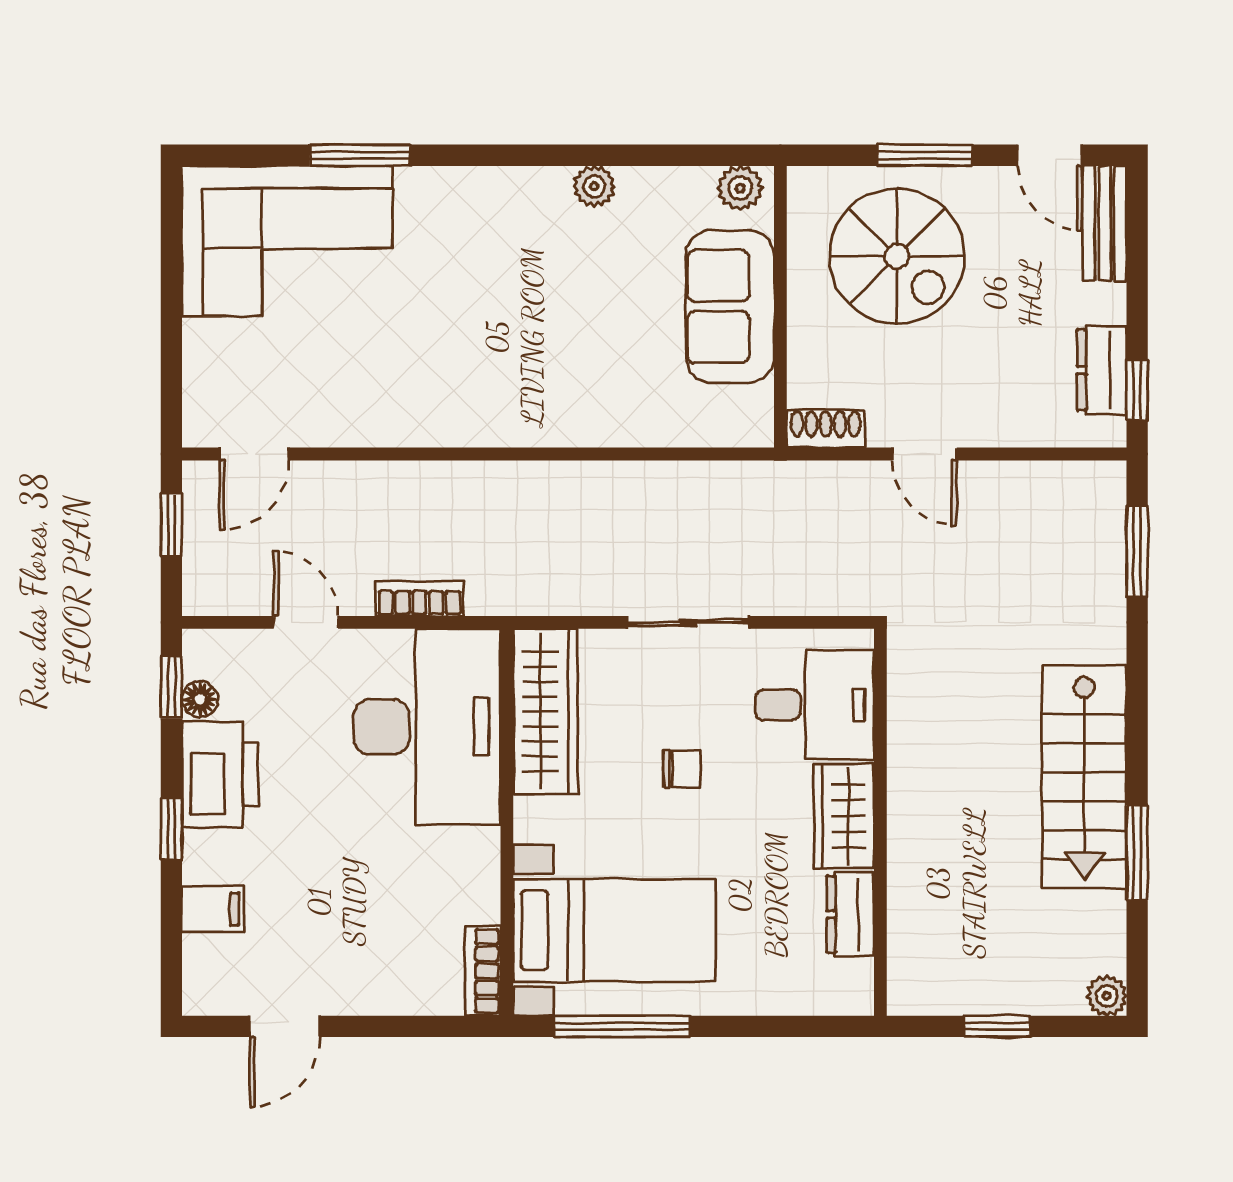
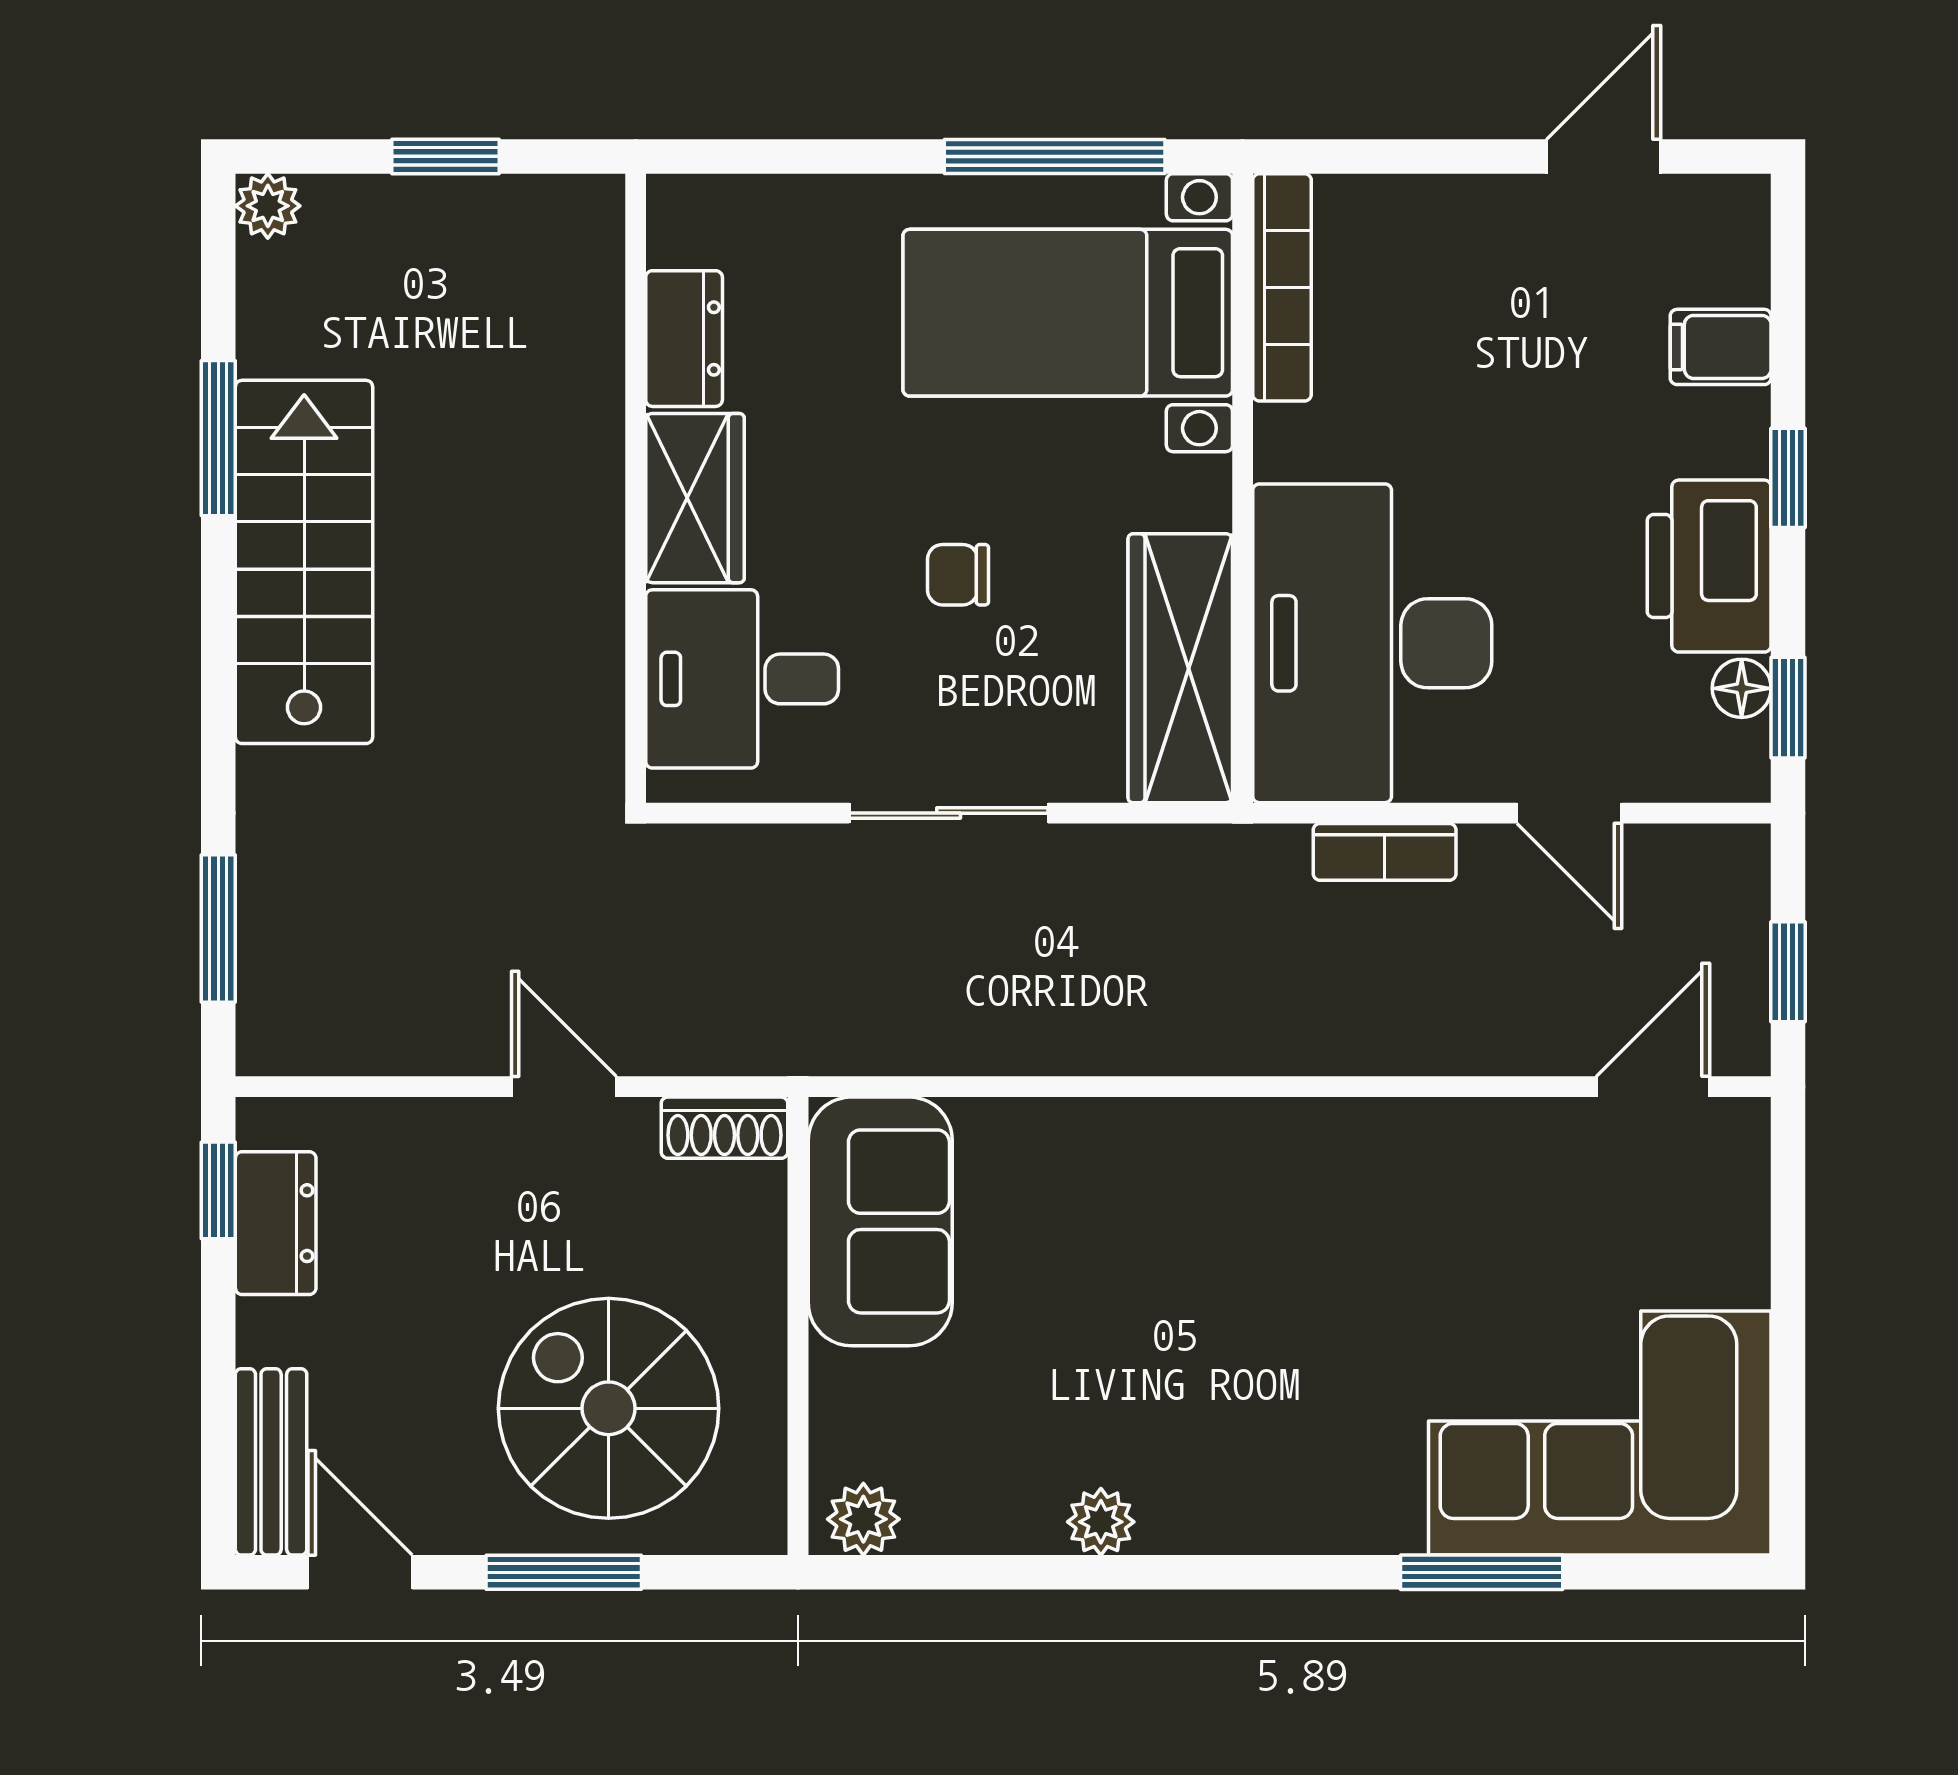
sofa: (730, 307) -> (880, 1221), moved
bookcase: (483, 971) -> (1282, 287), width x1.56

